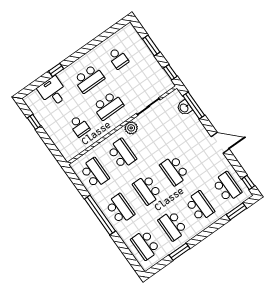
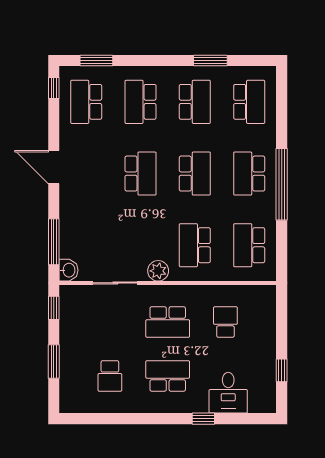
school desk: (118, 58) -> (110, 376), turned 180
school desk: (108, 106) -> (168, 322), turned 180
washbasin: (184, 108) -> (68, 270), moved

